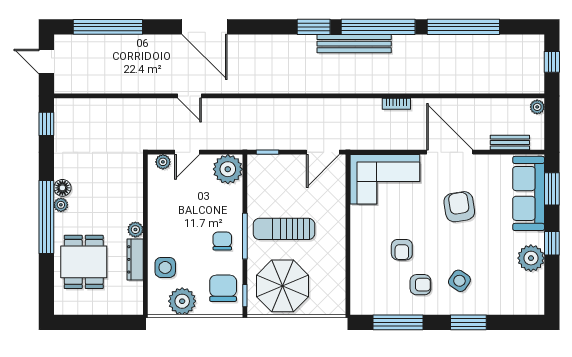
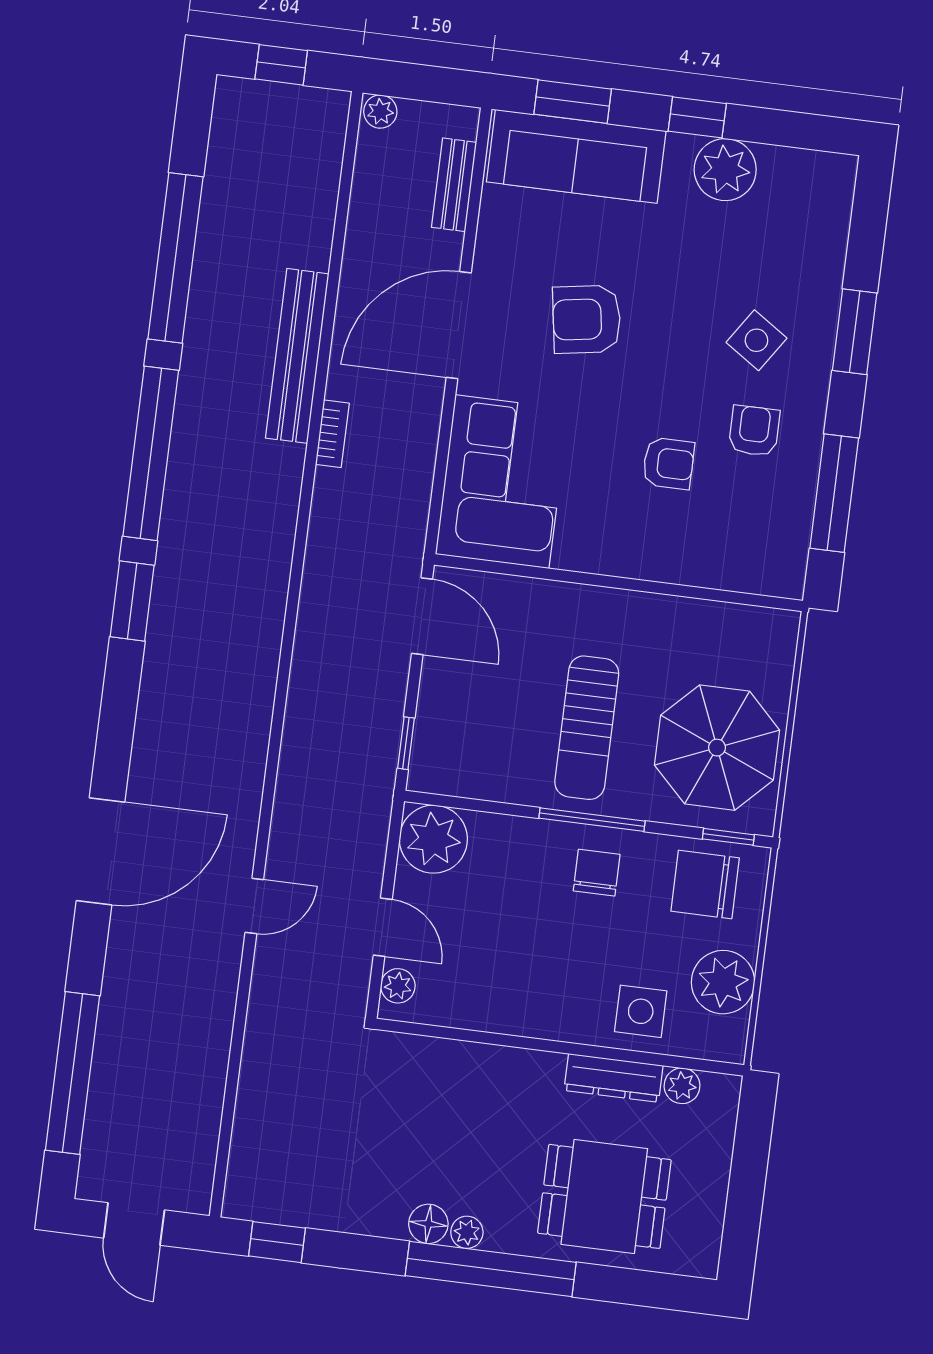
bench: (354, 44) -> (297, 356), moved
door: (46, 62) -> (134, 1224), hinge flipped
plant: (135, 230) -> (682, 1086), moved
chair: (222, 241) -> (597, 873), turned 90

